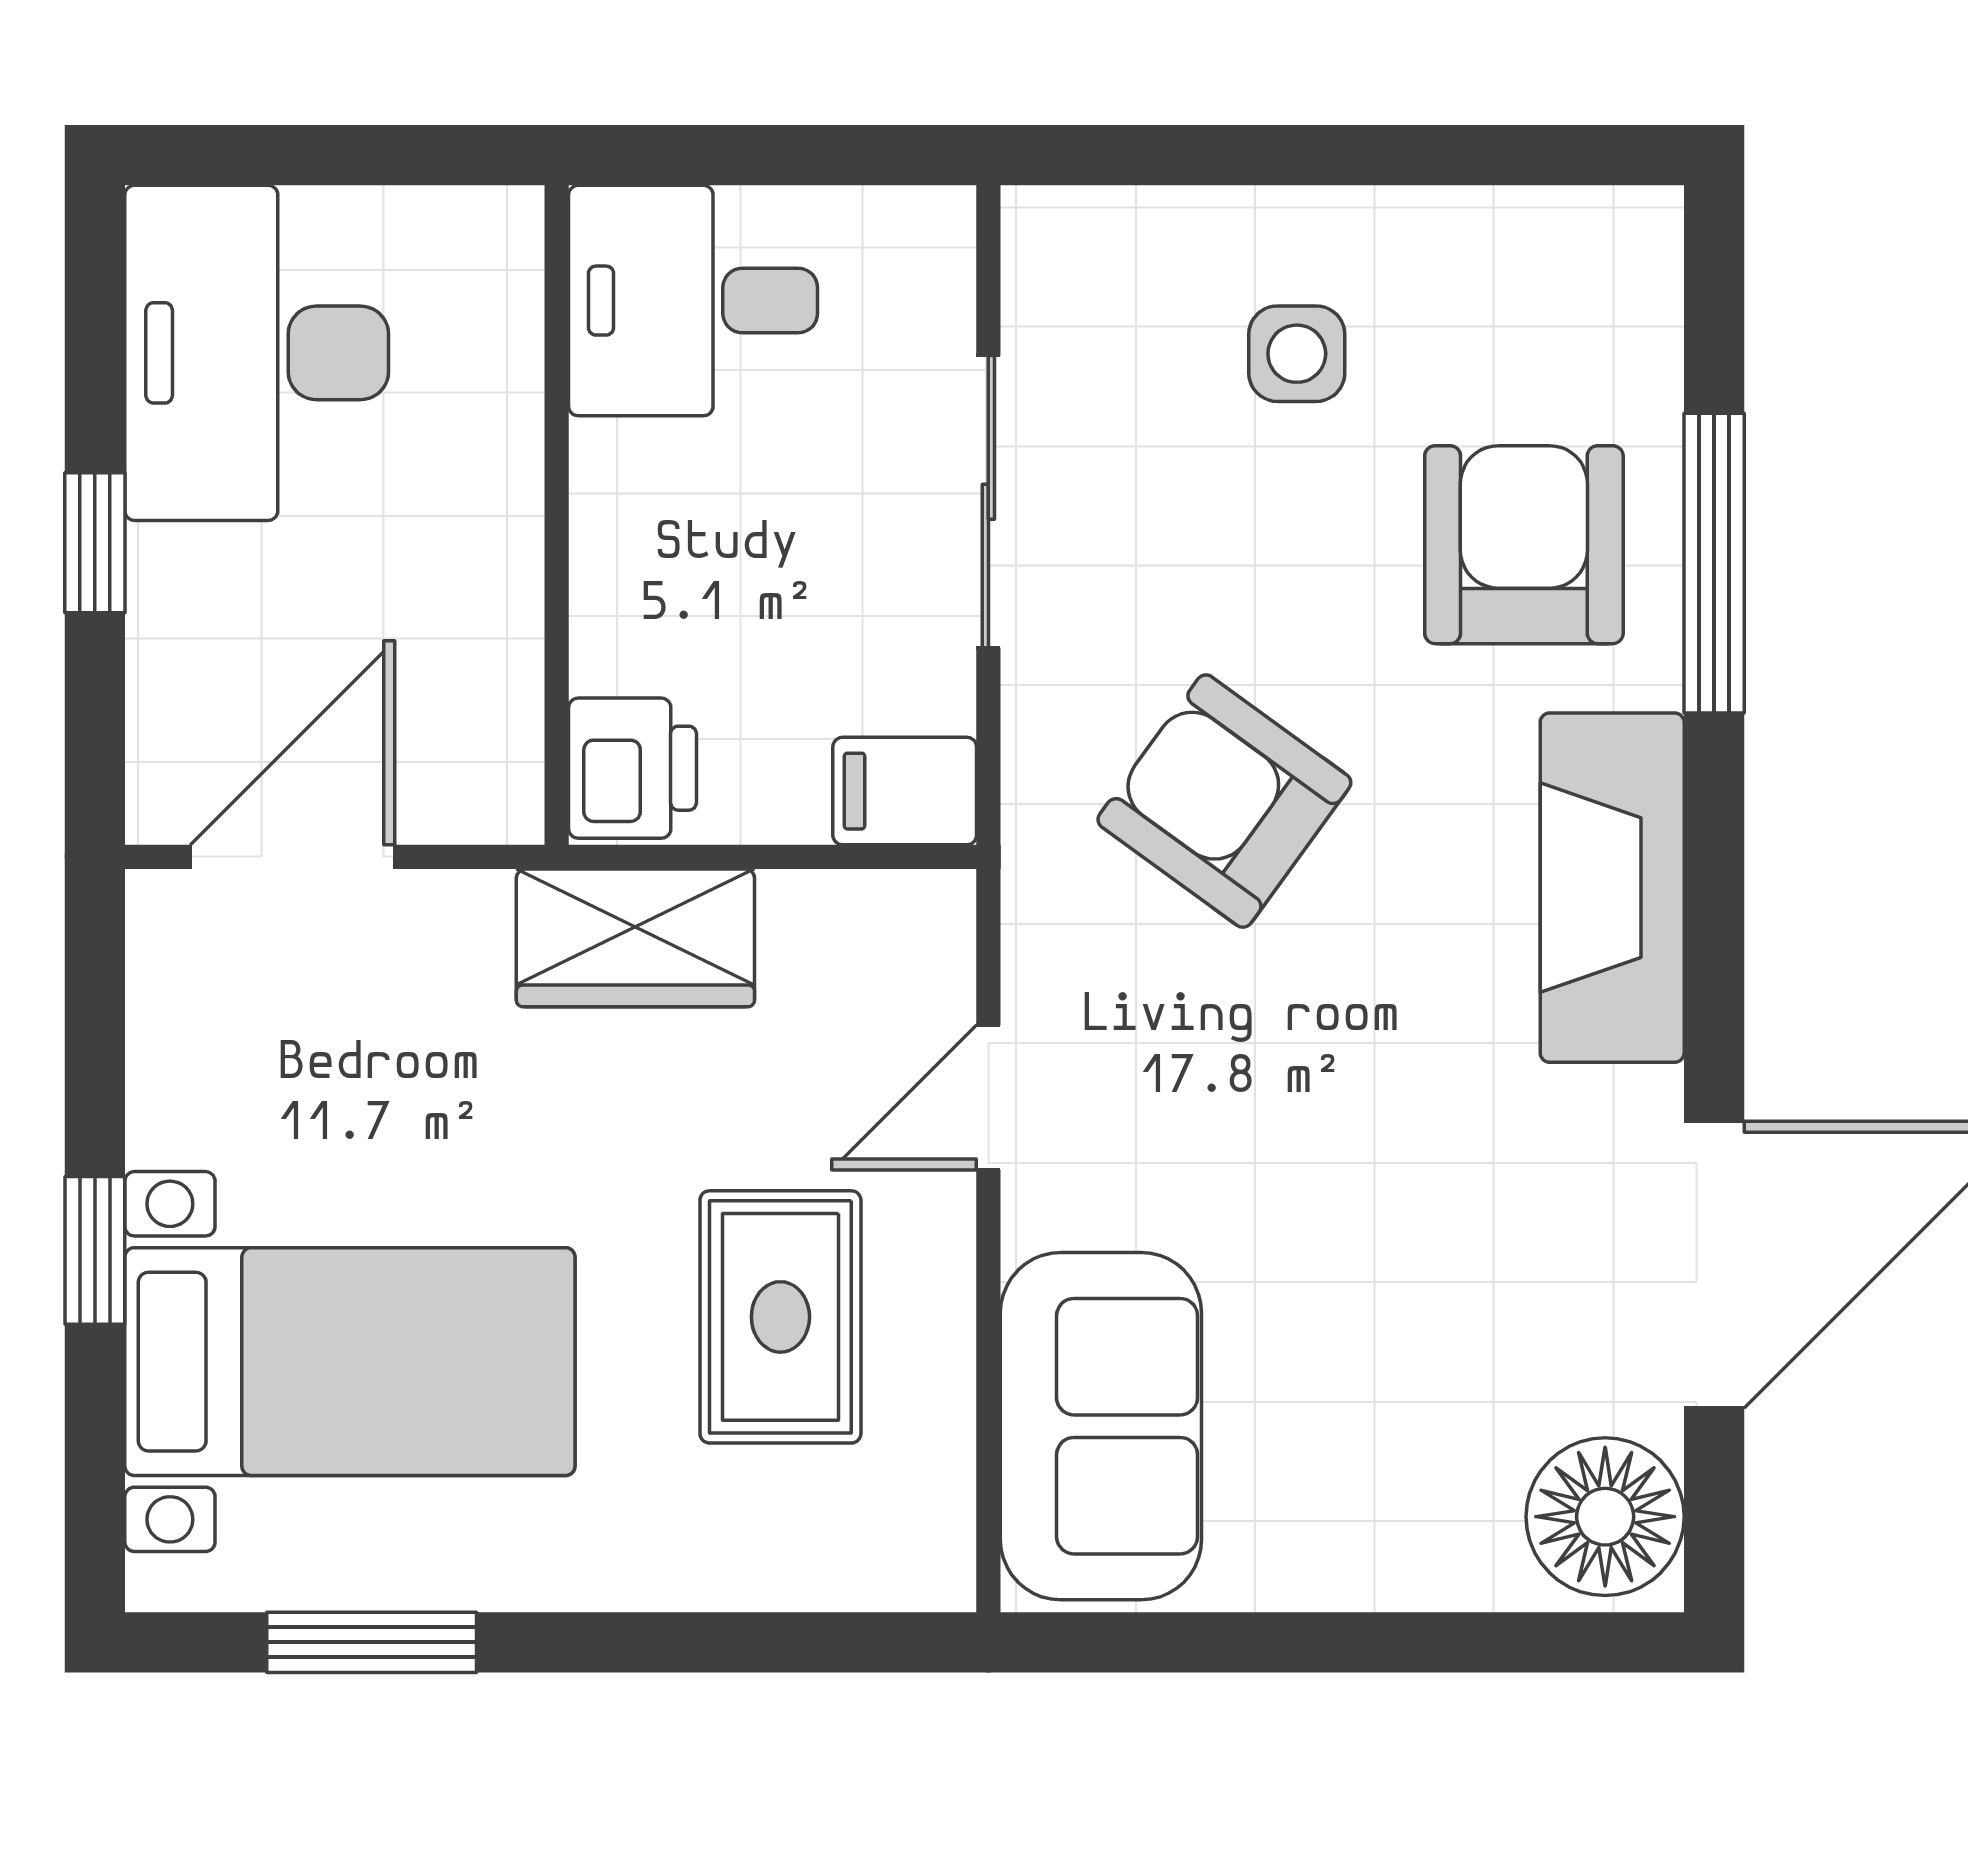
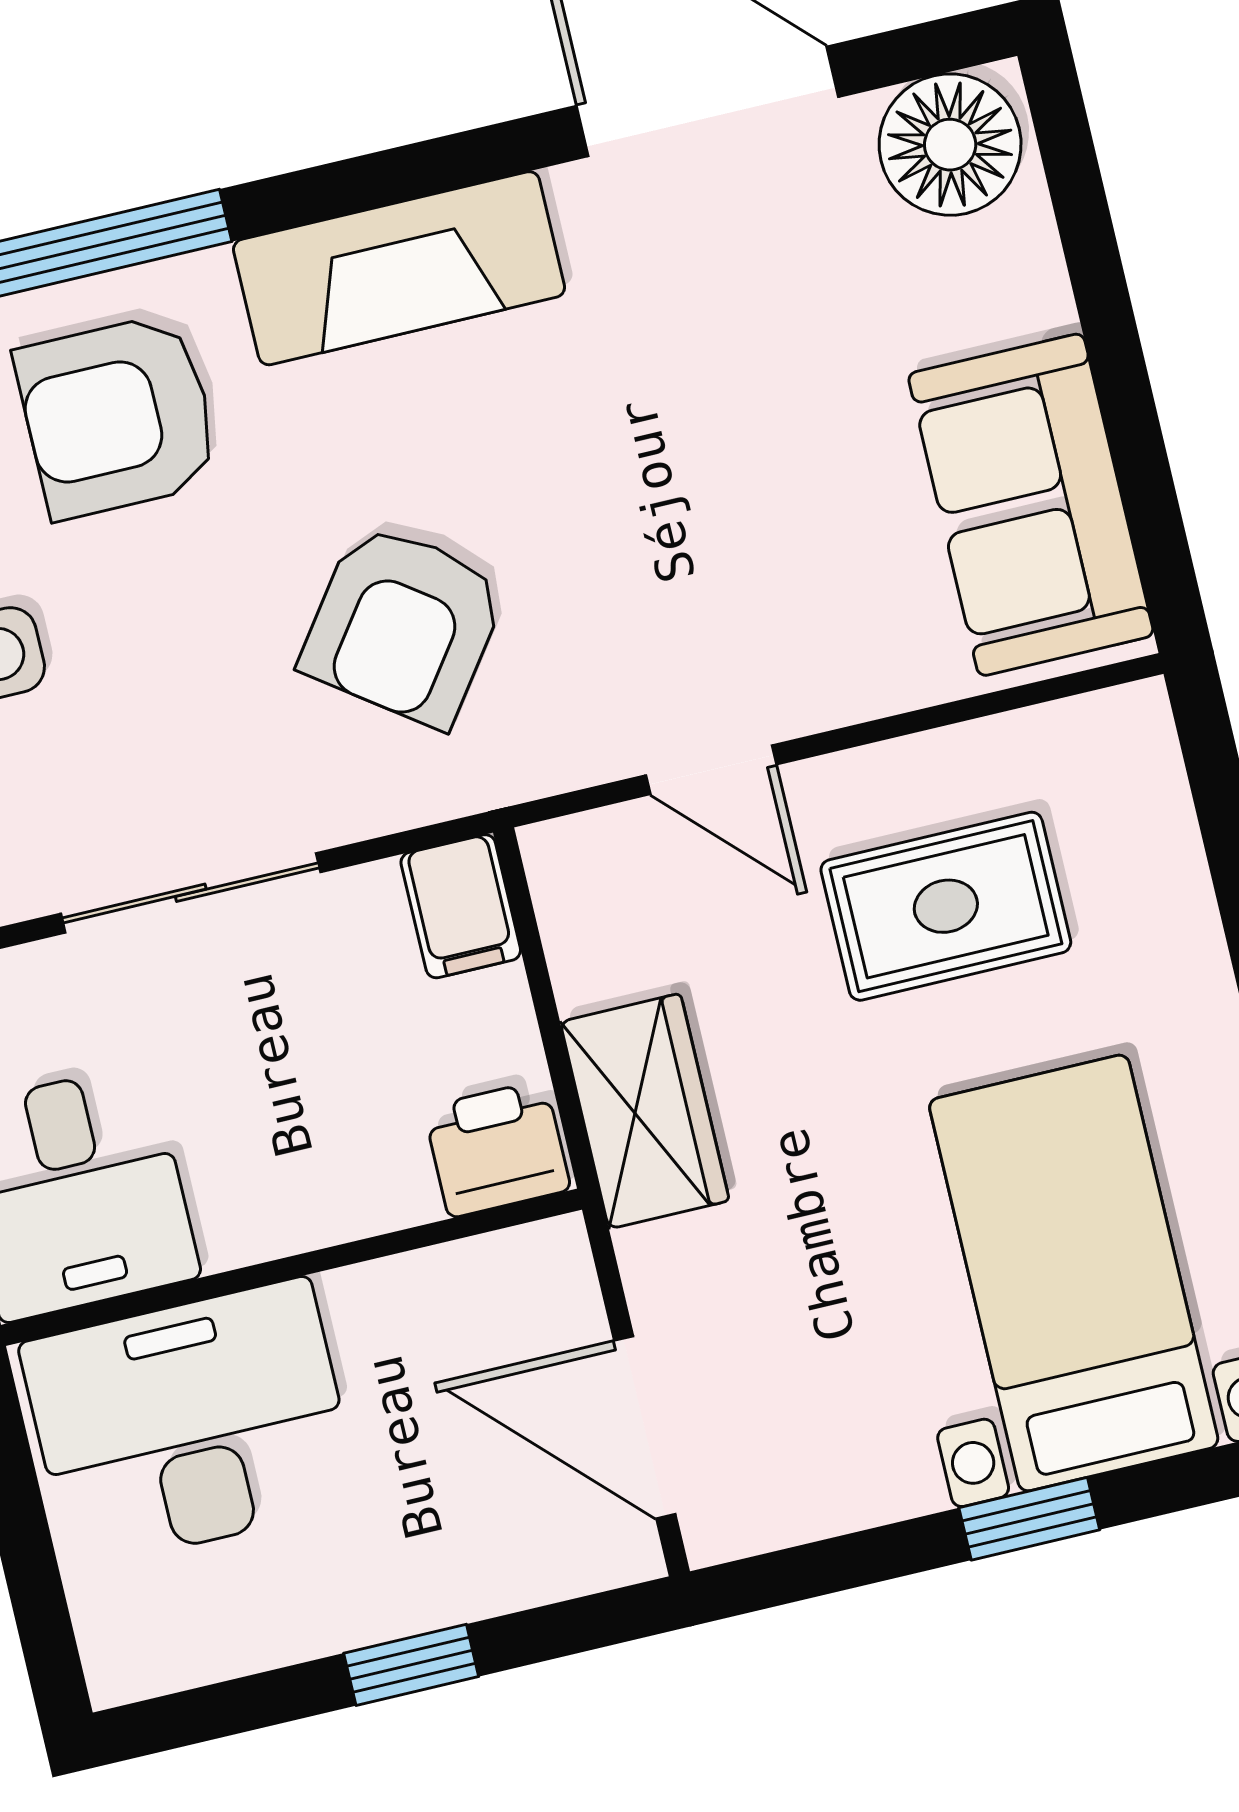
desk: (257, 353) -> (190, 1424), moved, turned 180
sofa: (1101, 1426) -> (1031, 505), moved, turned -90

